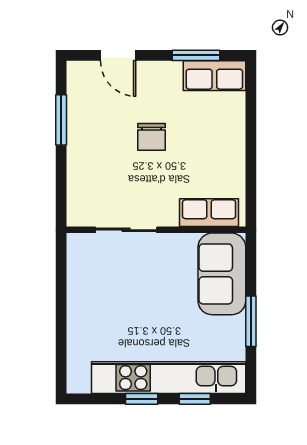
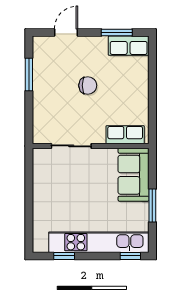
door: (118, 55) -> (66, 33), swing flipped
chair: (151, 137) -> (88, 85), turned -90
window: (142, 399) -> (64, 256), moved
window: (195, 399) -> (130, 256), moved

